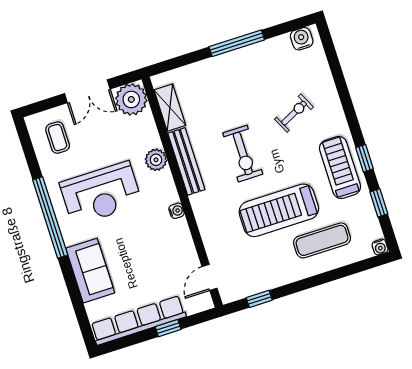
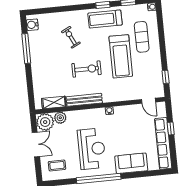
window: (237, 43) -> (26, 48), moved
plant: (156, 160) -> (60, 118), moved

